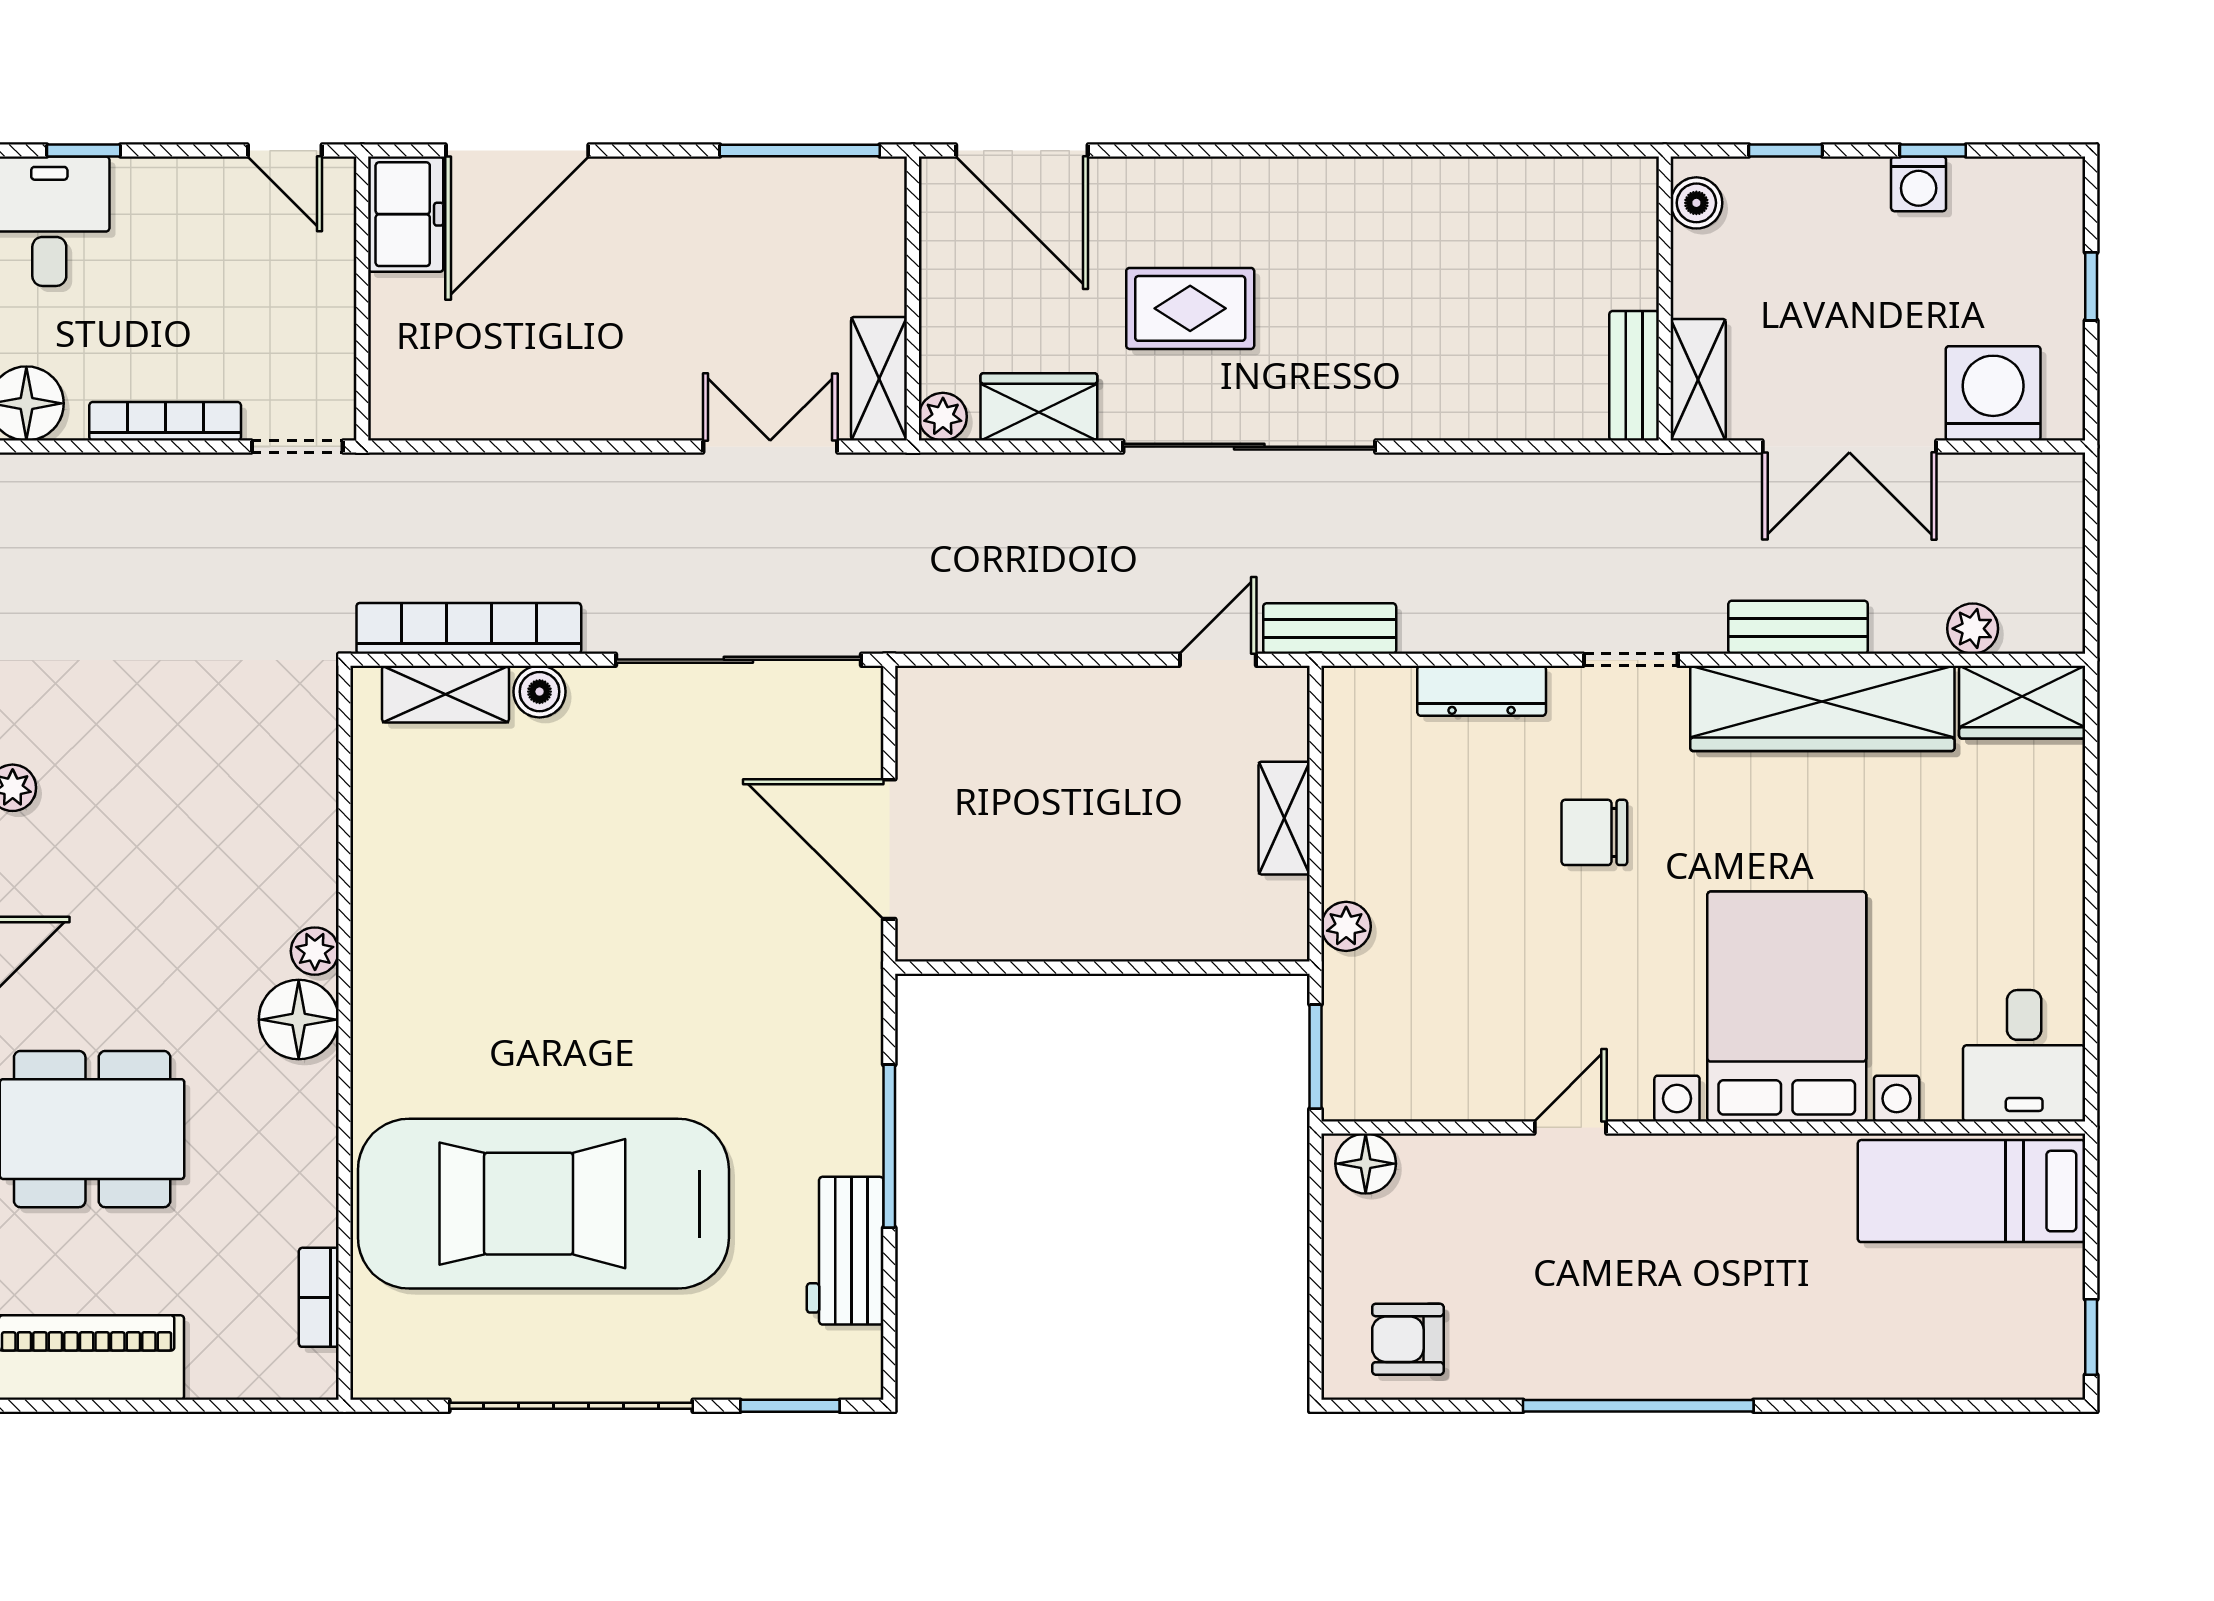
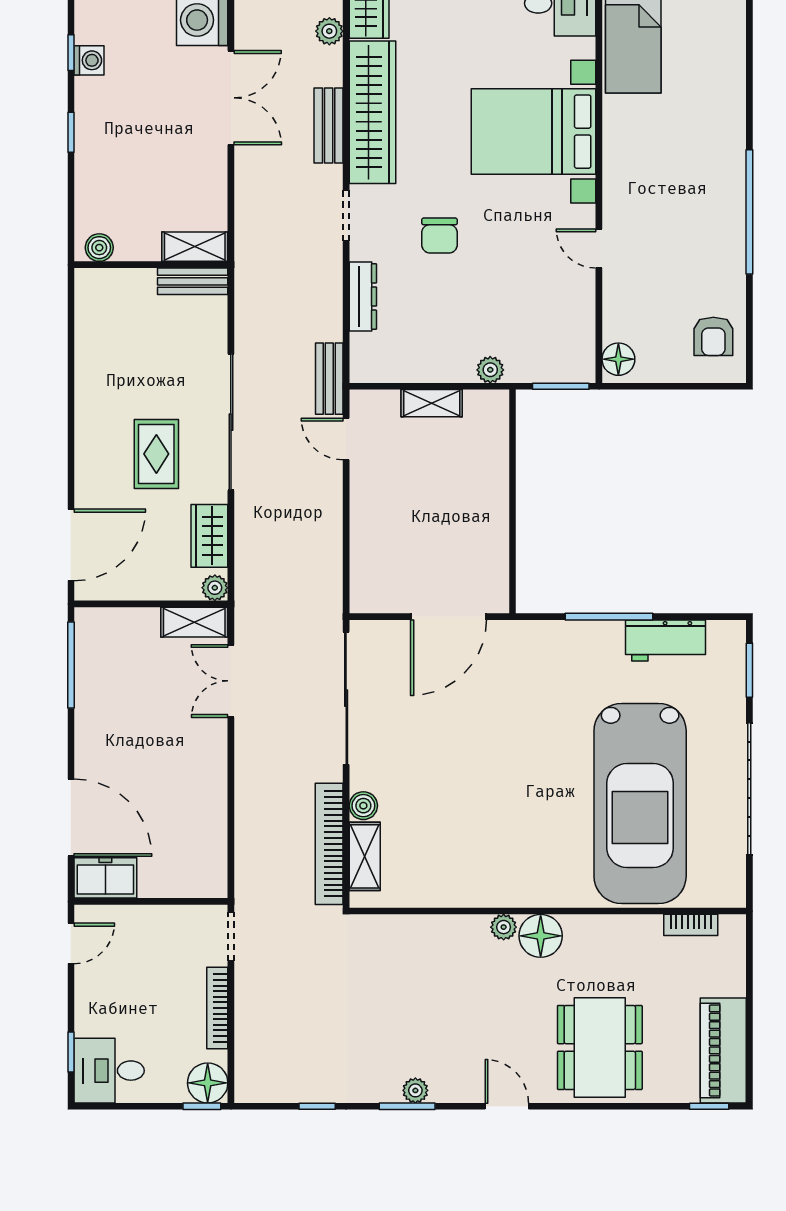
boiler: (1696, 203) -> (99, 248), moved
wall: (1665, 299) -> (151, 265), moved
bench: (1634, 376) -> (193, 281), moved
shelving: (1698, 380) -> (195, 247), moved

